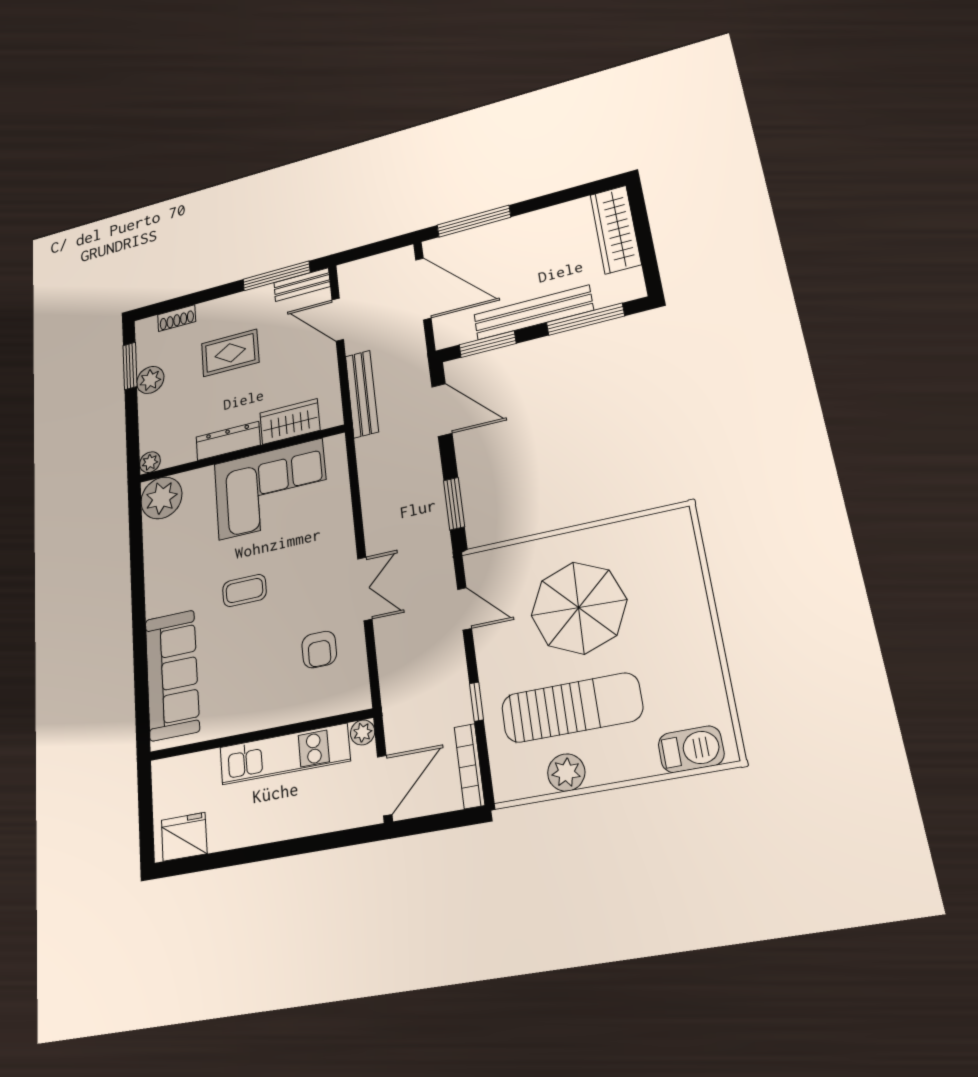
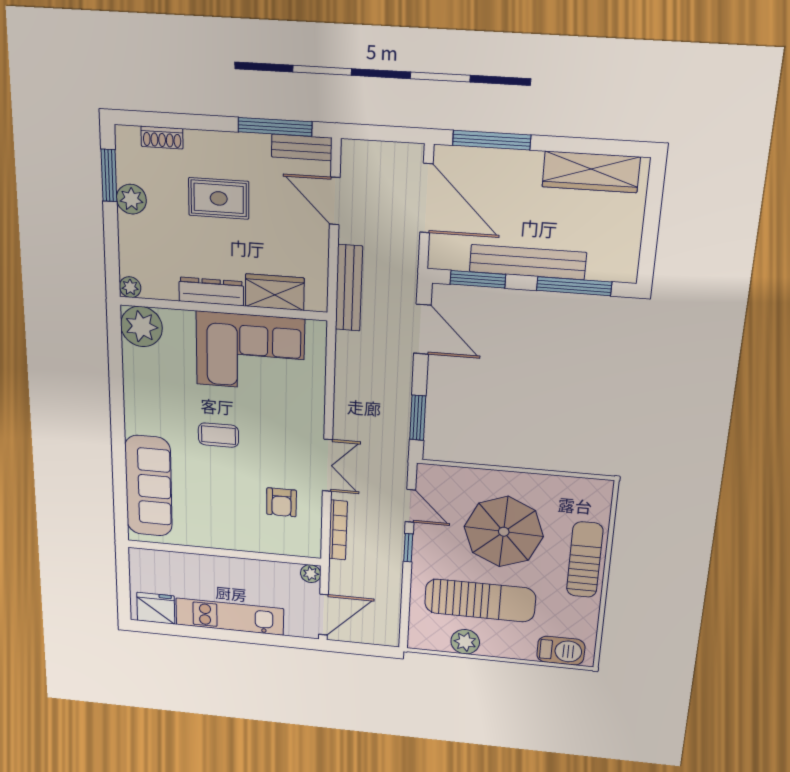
wardrobe: (616, 229) -> (591, 172), moved, turned -90
sun lounger: (685, 614) -> (585, 560), added
window: (477, 702) -> (408, 548), moved
kitchen unit: (284, 754) -> (230, 617), moved, turned 180
bookcase: (469, 766) -> (338, 530), moved, turned 180

